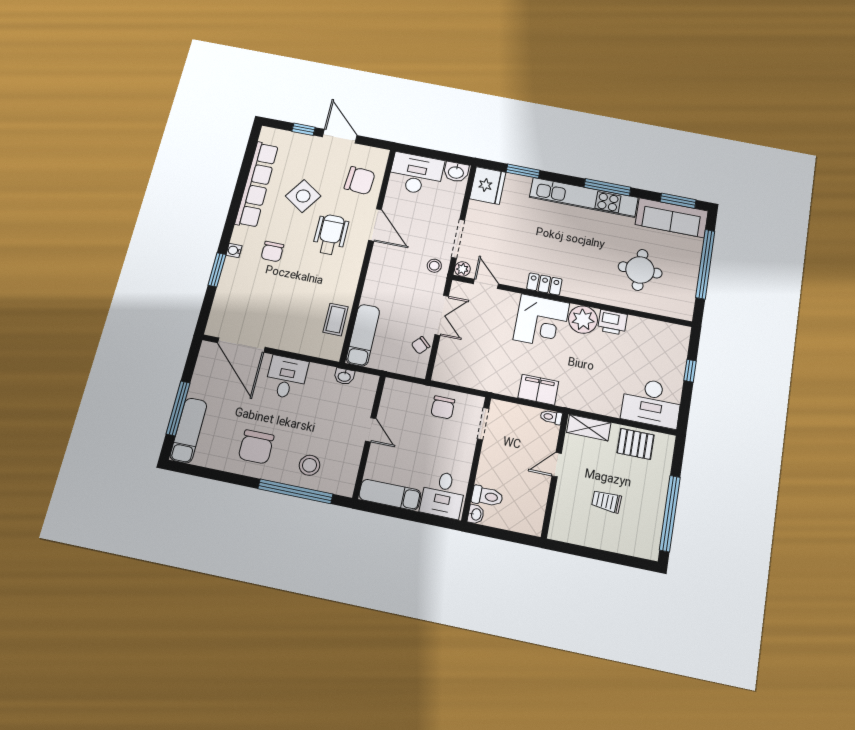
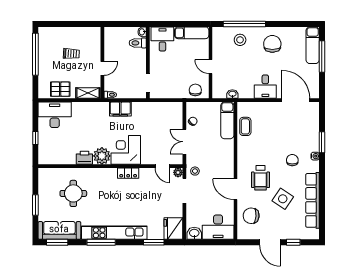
window: (705, 264) -> (35, 205), width x0.47
chair: (443, 407) -> (195, 90), moved

